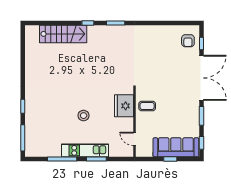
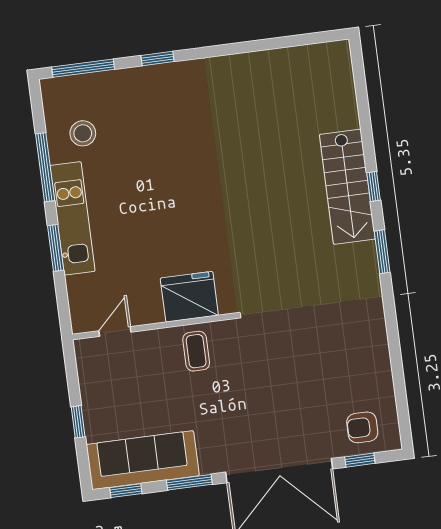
stairs: (63, 34) -> (347, 187), moved
stool: (84, 116) -> (83, 133), moved
sofa: (176, 147) -> (143, 460), moved, turned -90

